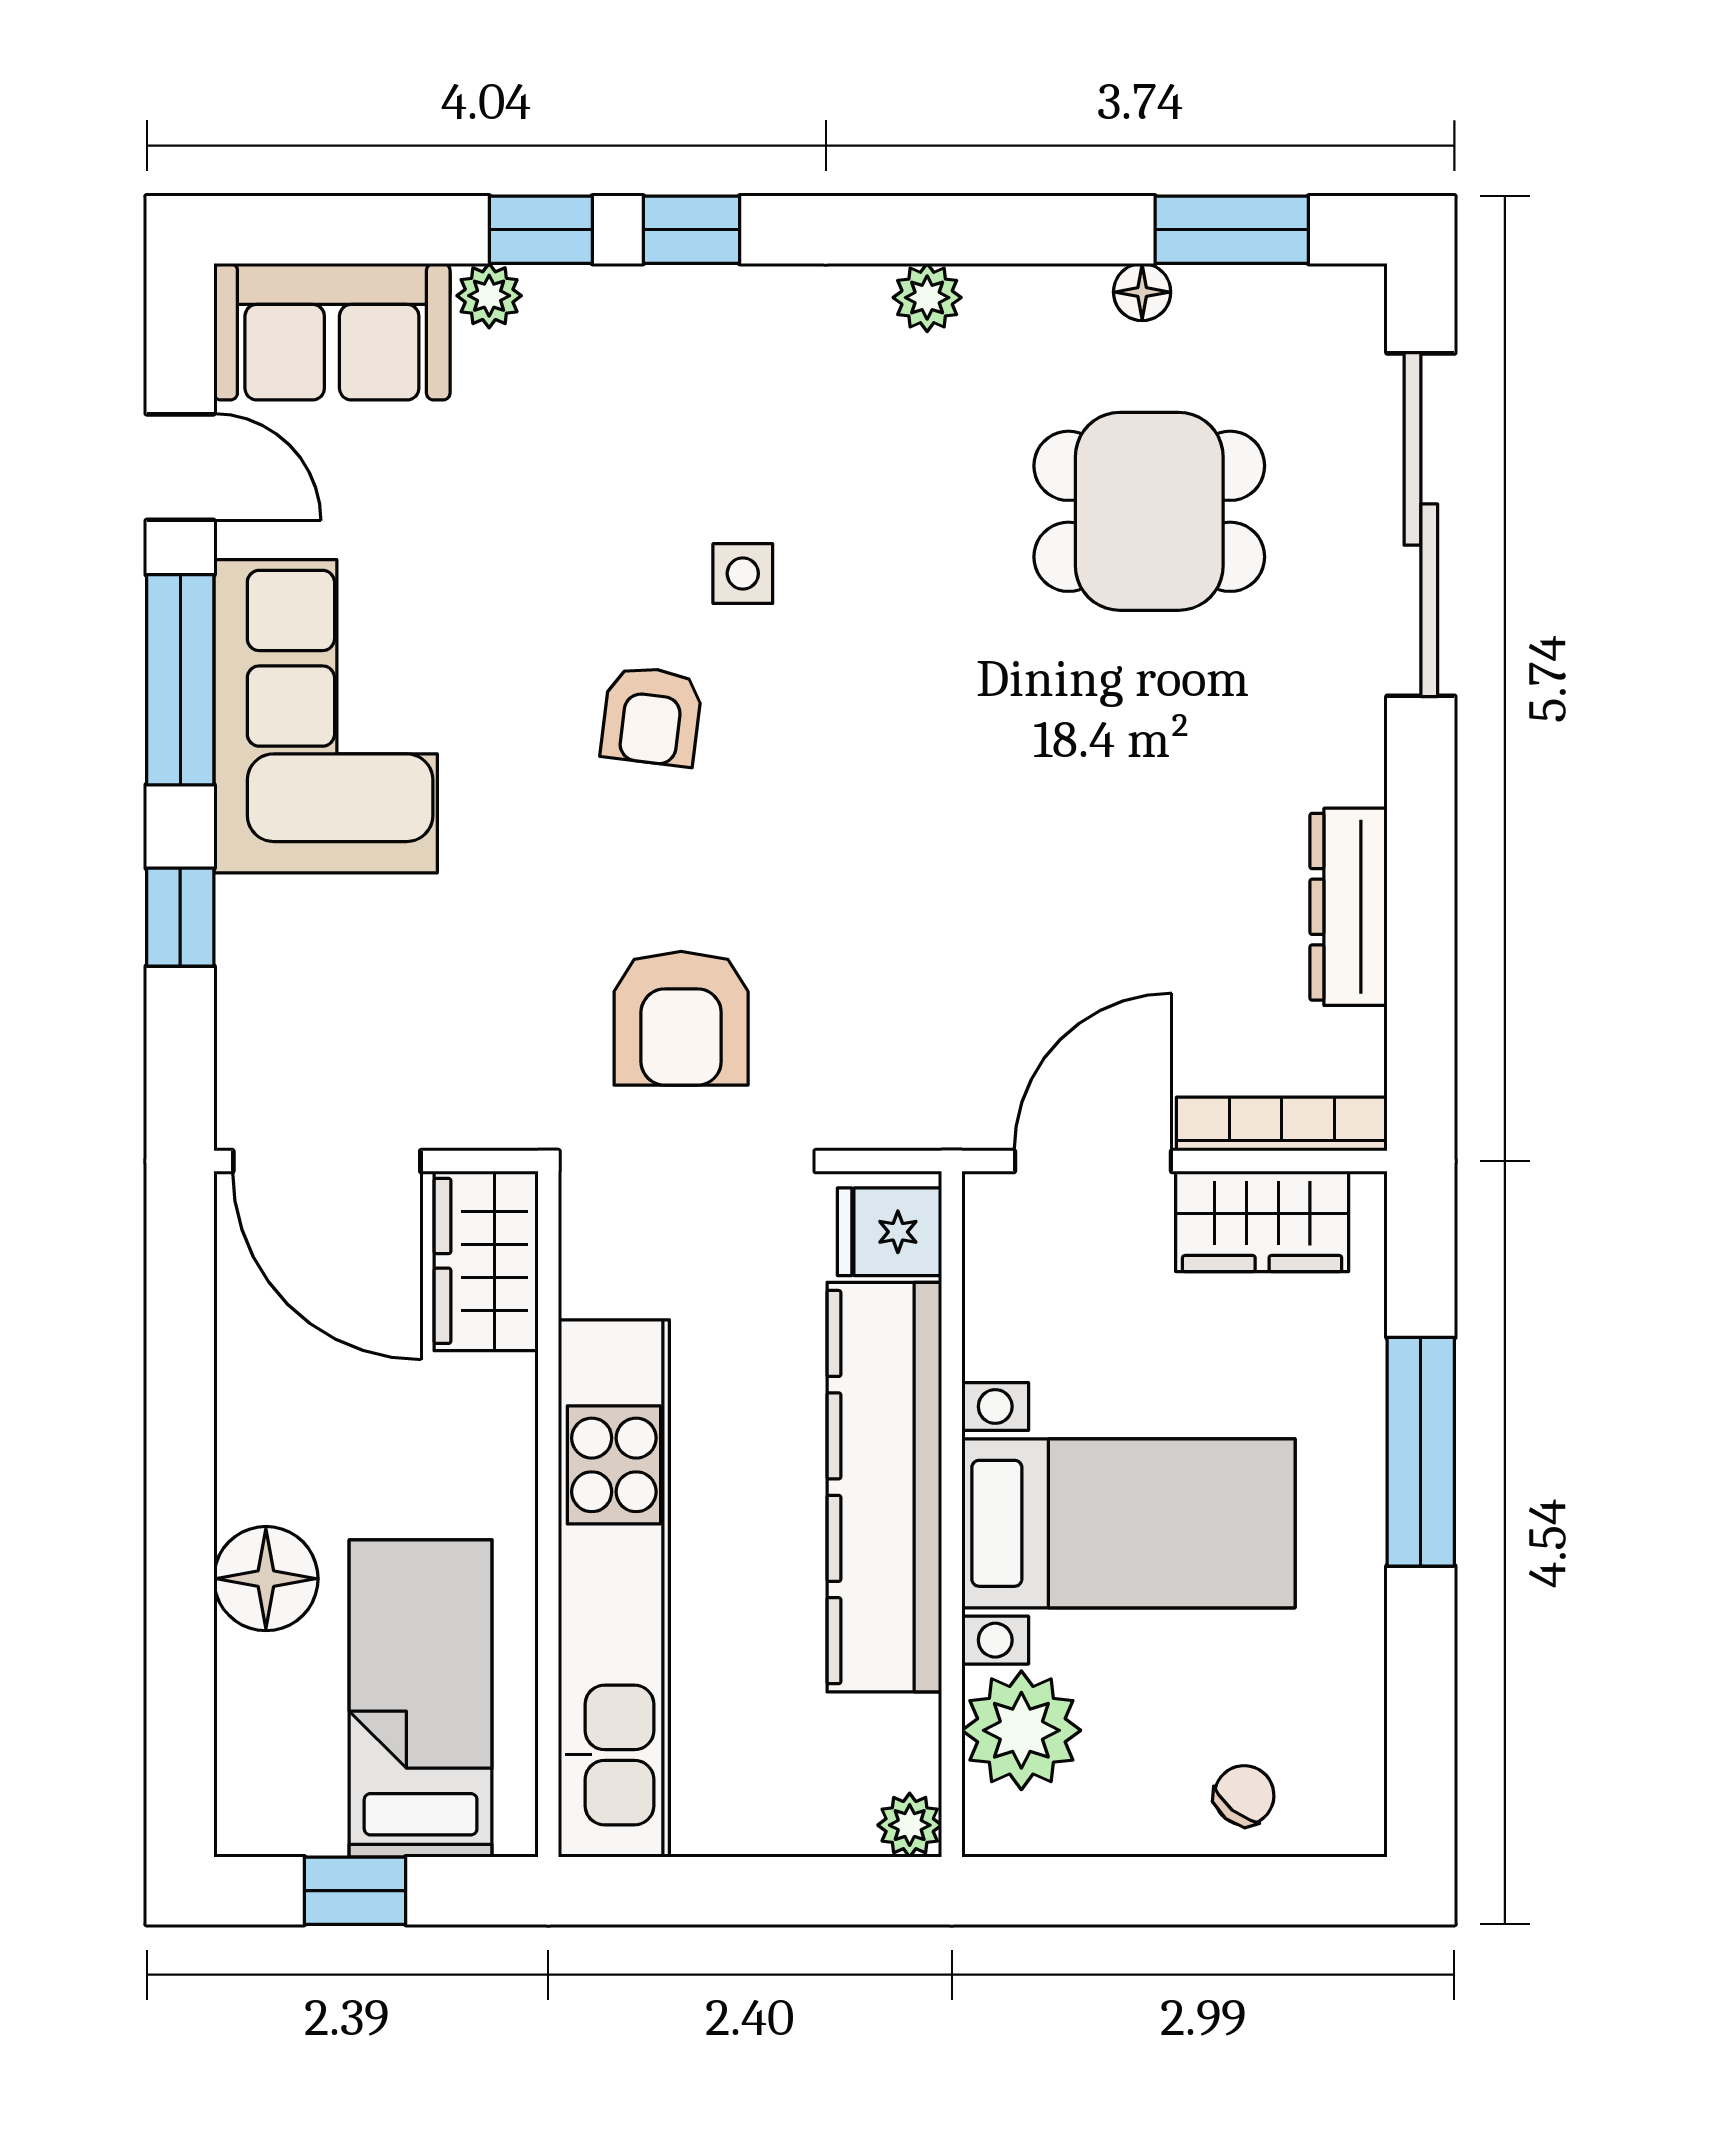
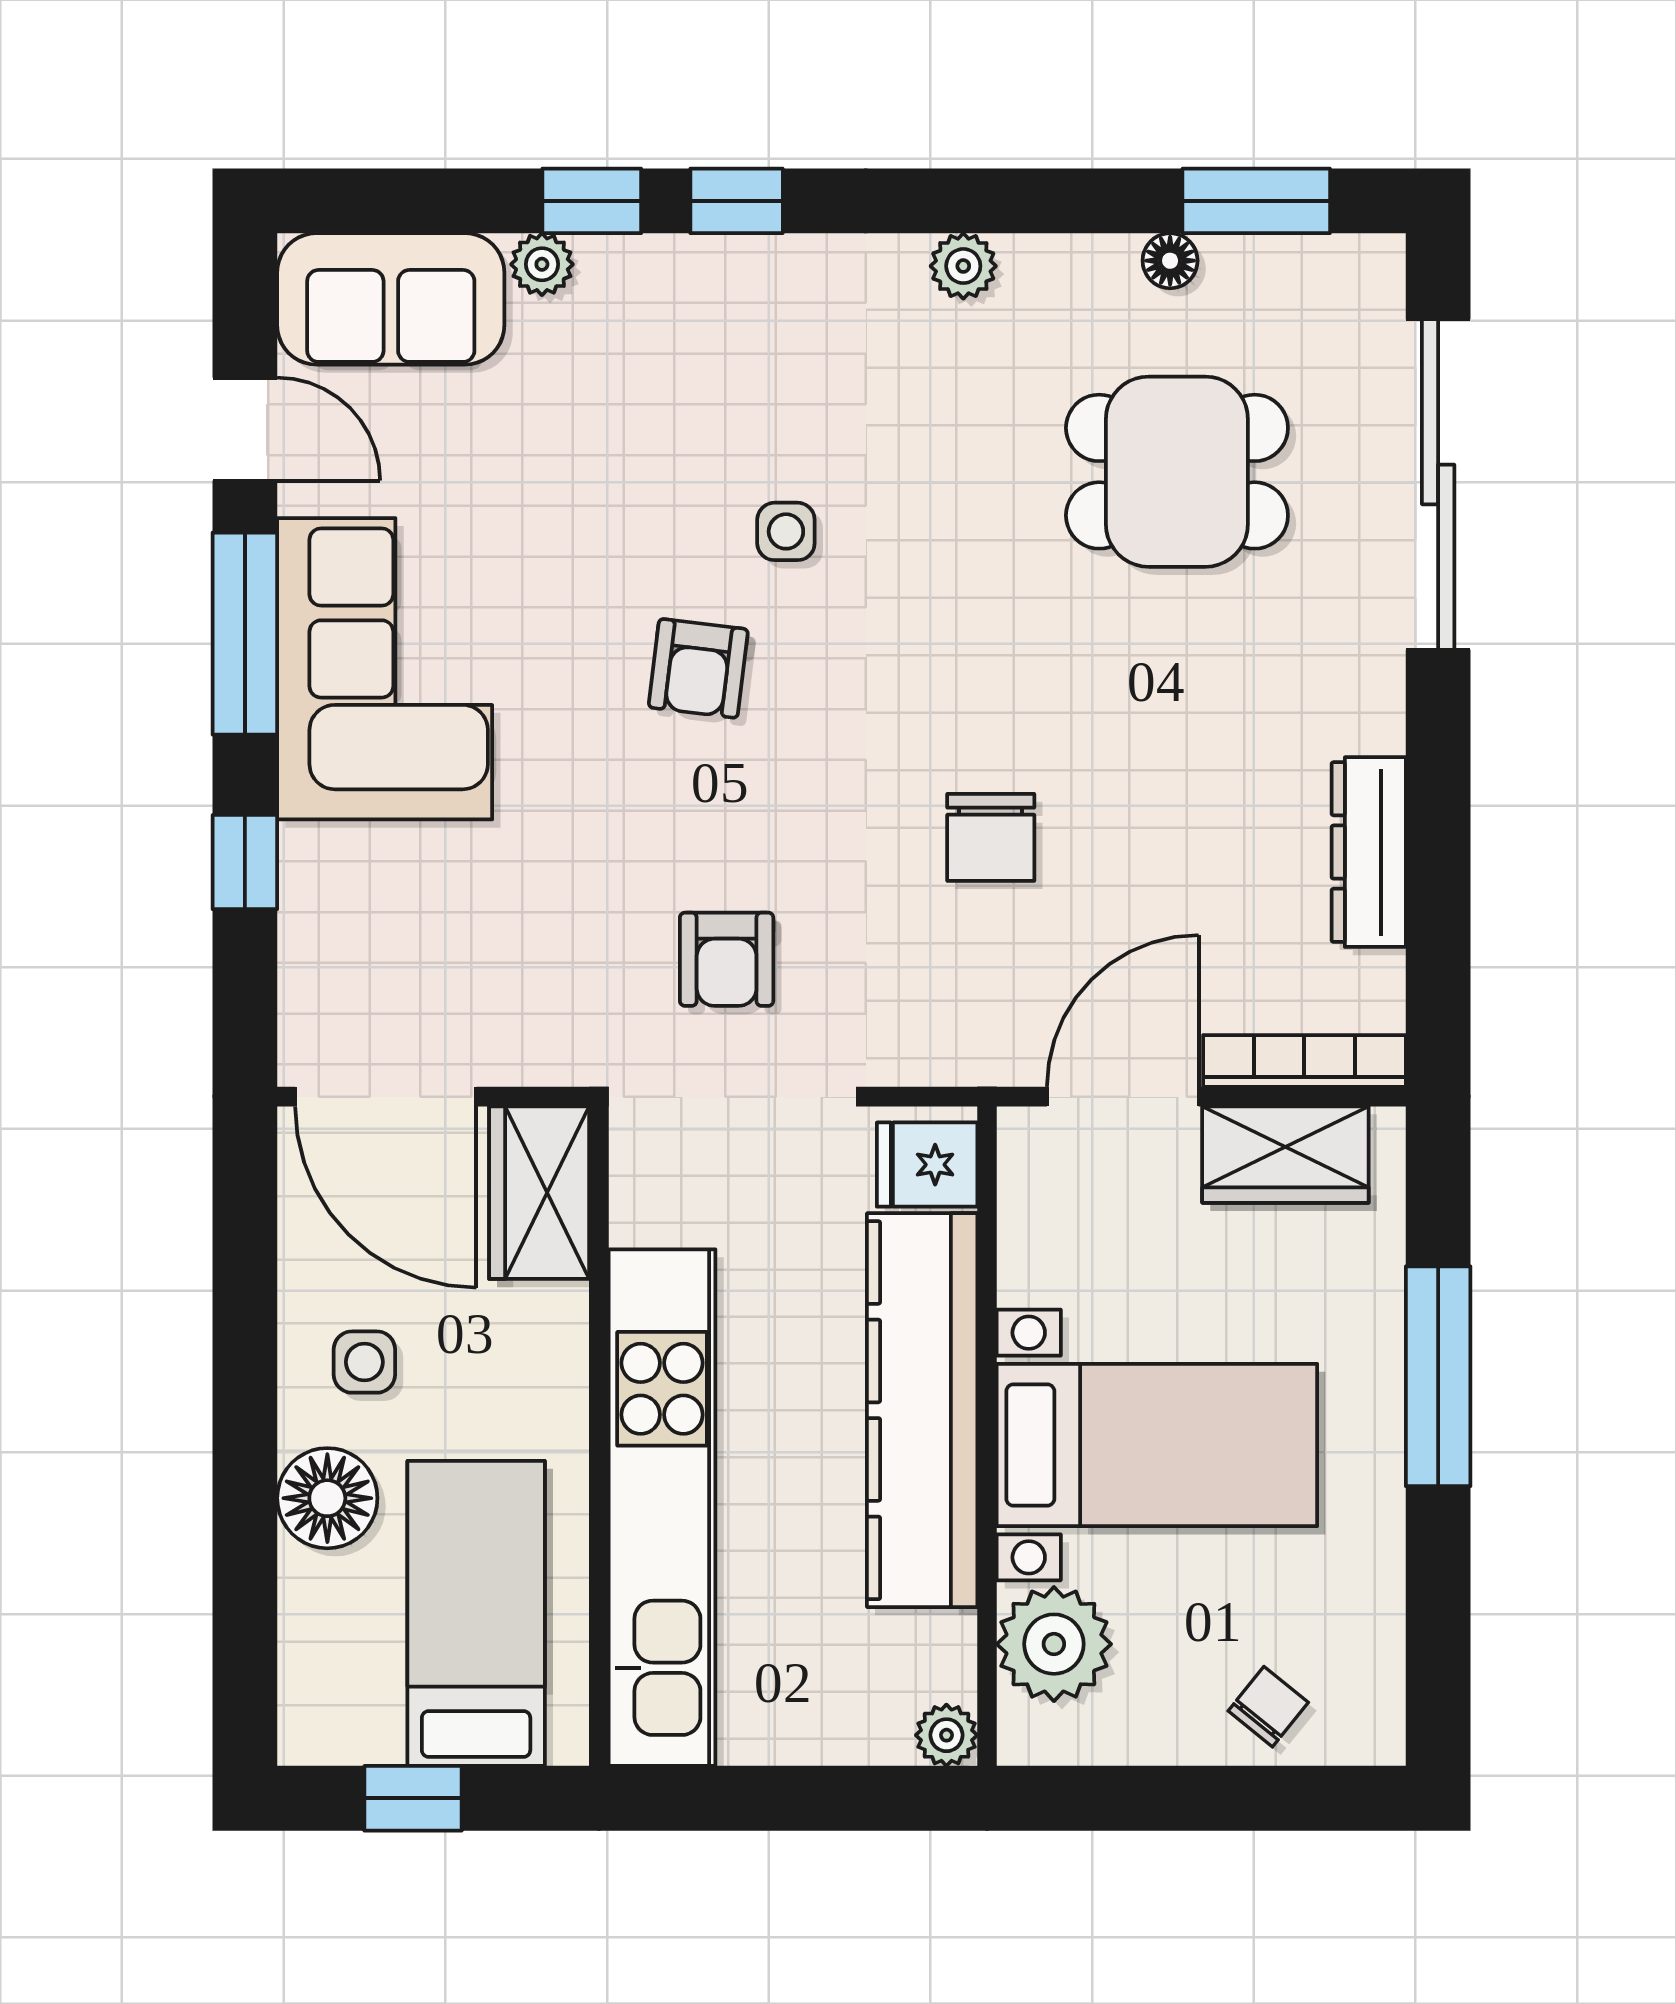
chair: (956, 892) -> (991, 837), added
armchair: (681, 1018) -> (727, 959), width x0.72, depth x0.72
side table: (304, 1437) -> (364, 1362), added

